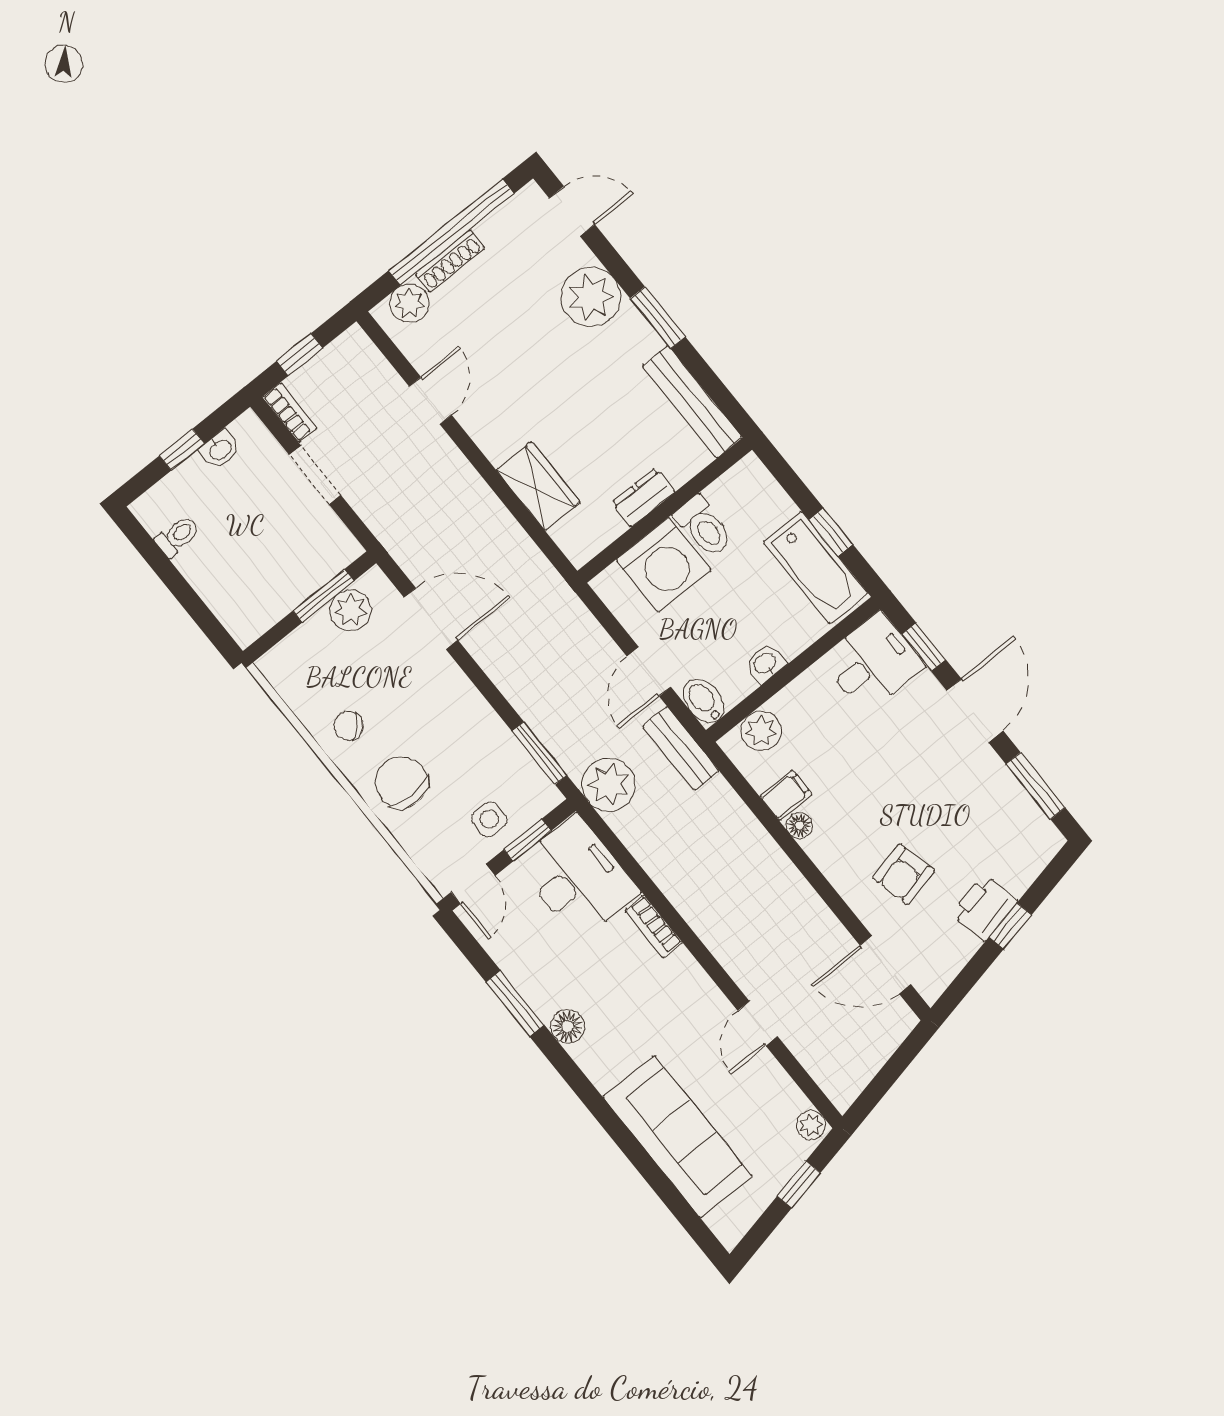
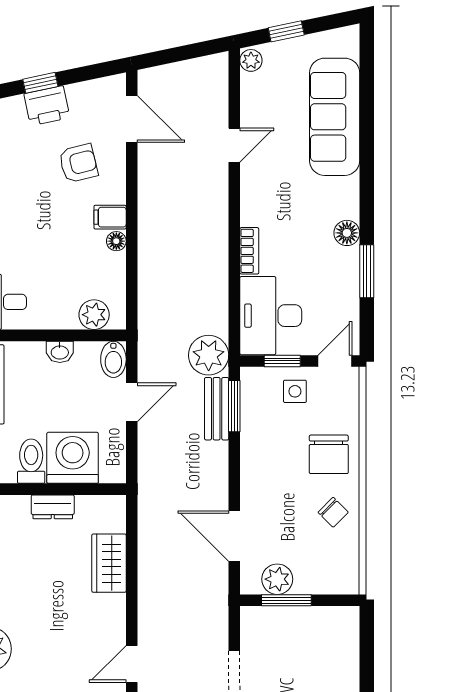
bench: (681, 748) -> (217, 409), moved
filing cabinet: (786, 795) -> (110, 217), moved

